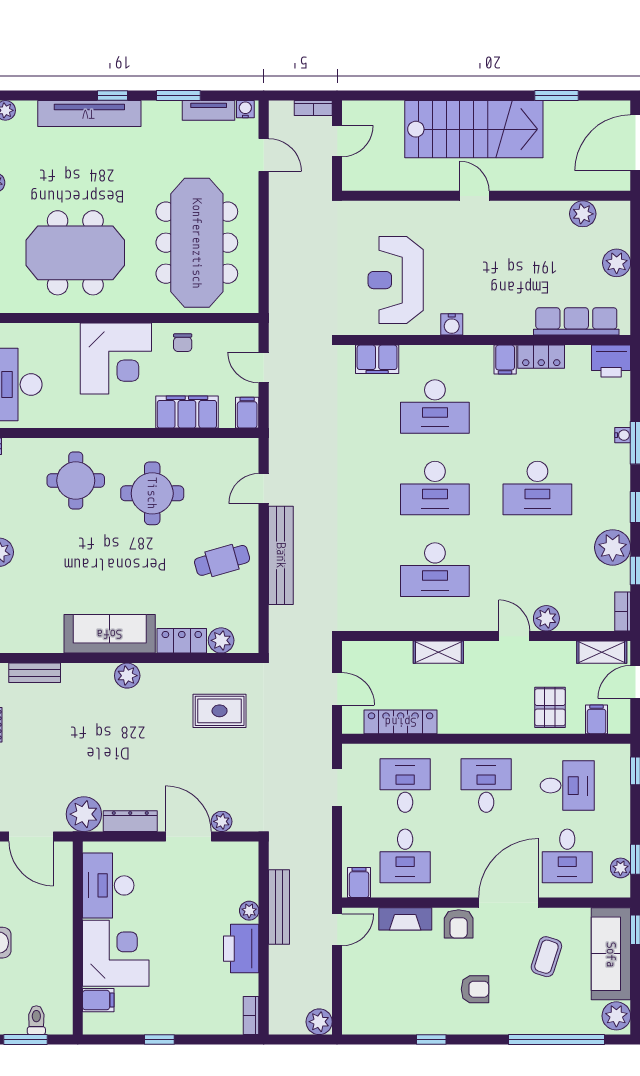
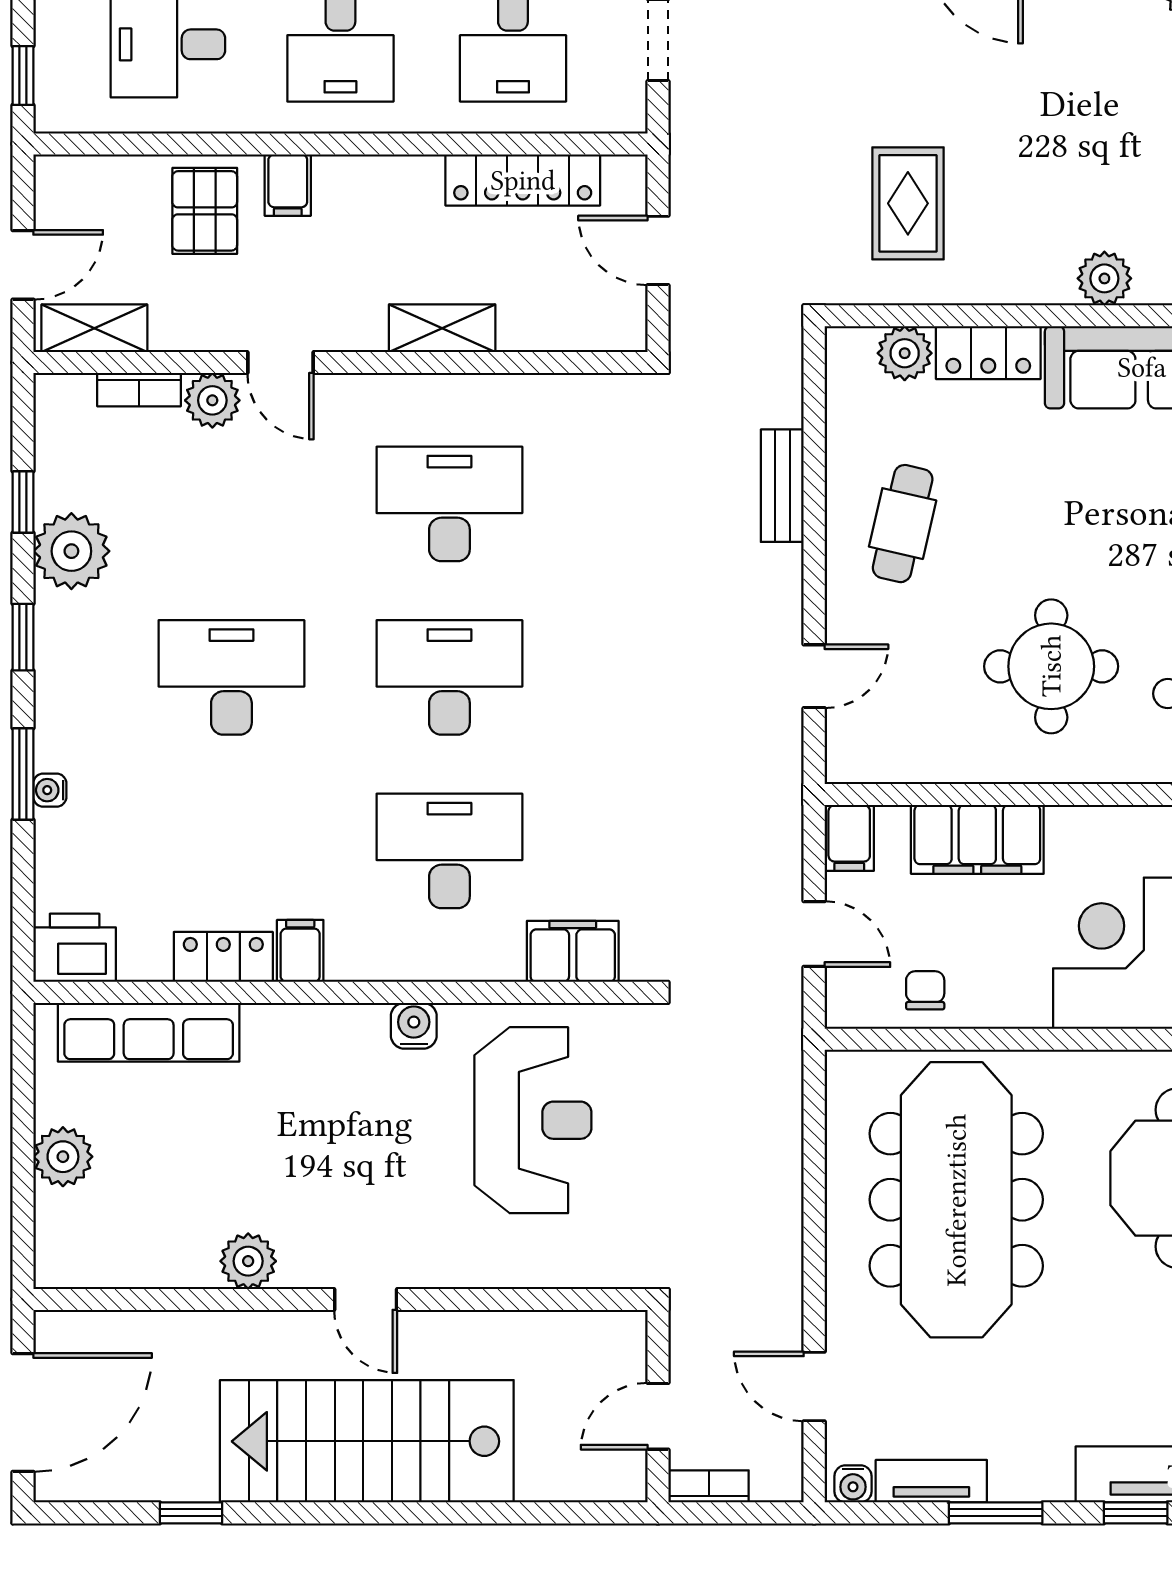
window: (556, 96) -> (191, 1513), width x0.67
plant: (583, 214) -> (248, 1261), moved
chair: (183, 343) -> (925, 990), moved
bench: (281, 555) -> (782, 486), width x0.54, depth x0.82
cafe table: (222, 560) -> (903, 524), turned -61
bookcase: (623, 612) -> (139, 390), moved, turned 90
rug: (220, 711) -> (908, 203), turned 90
filing cabinet: (597, 719) -> (288, 185), moved

